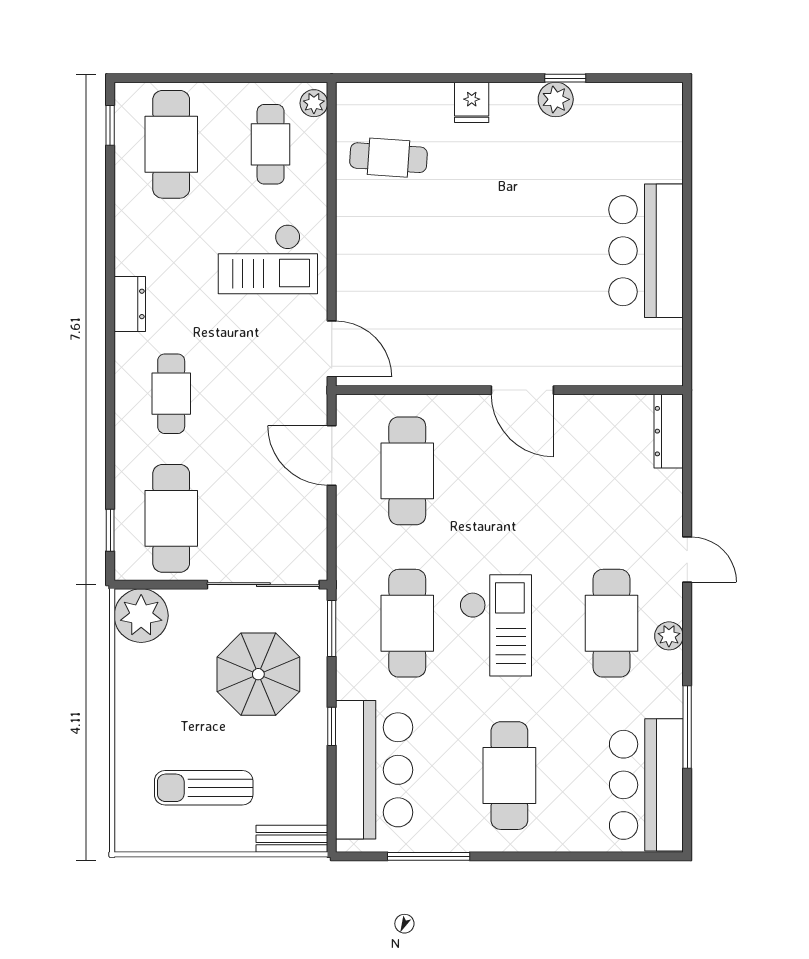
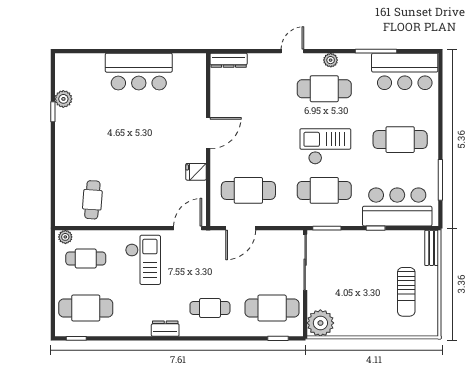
plant: (556, 99) -> (63, 99), moved
fridge: (472, 102) -> (196, 172), moved, turned 180
parasol: (258, 674) -> (350, 265), removed

